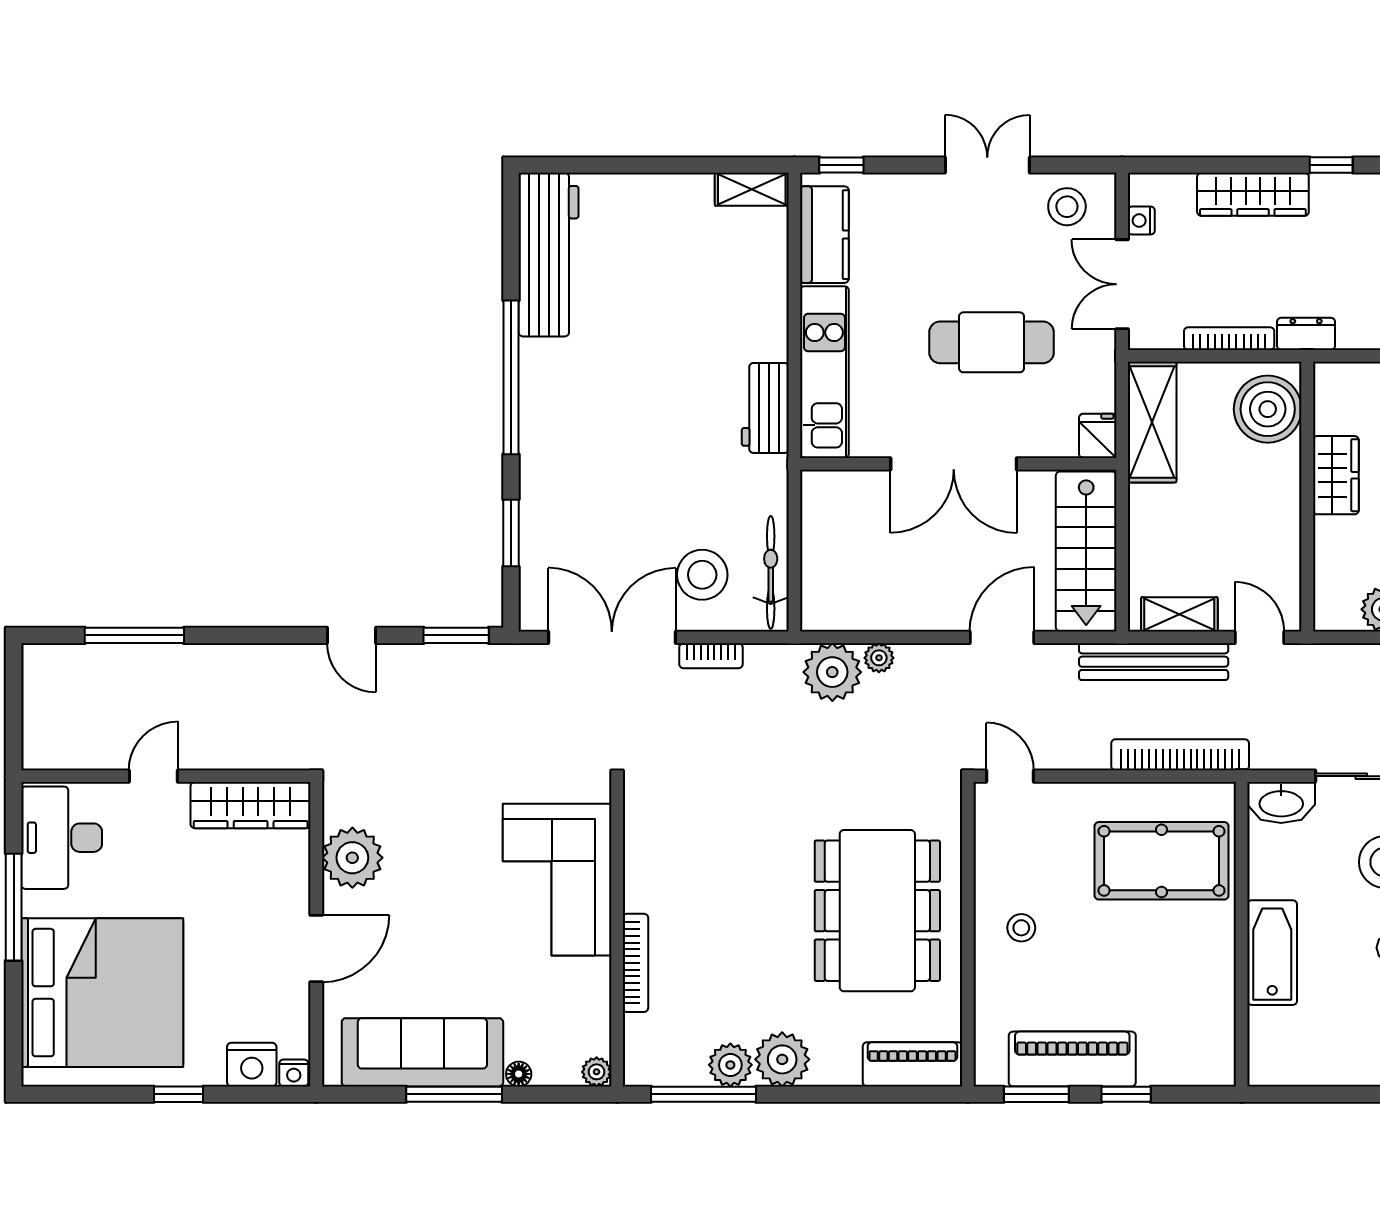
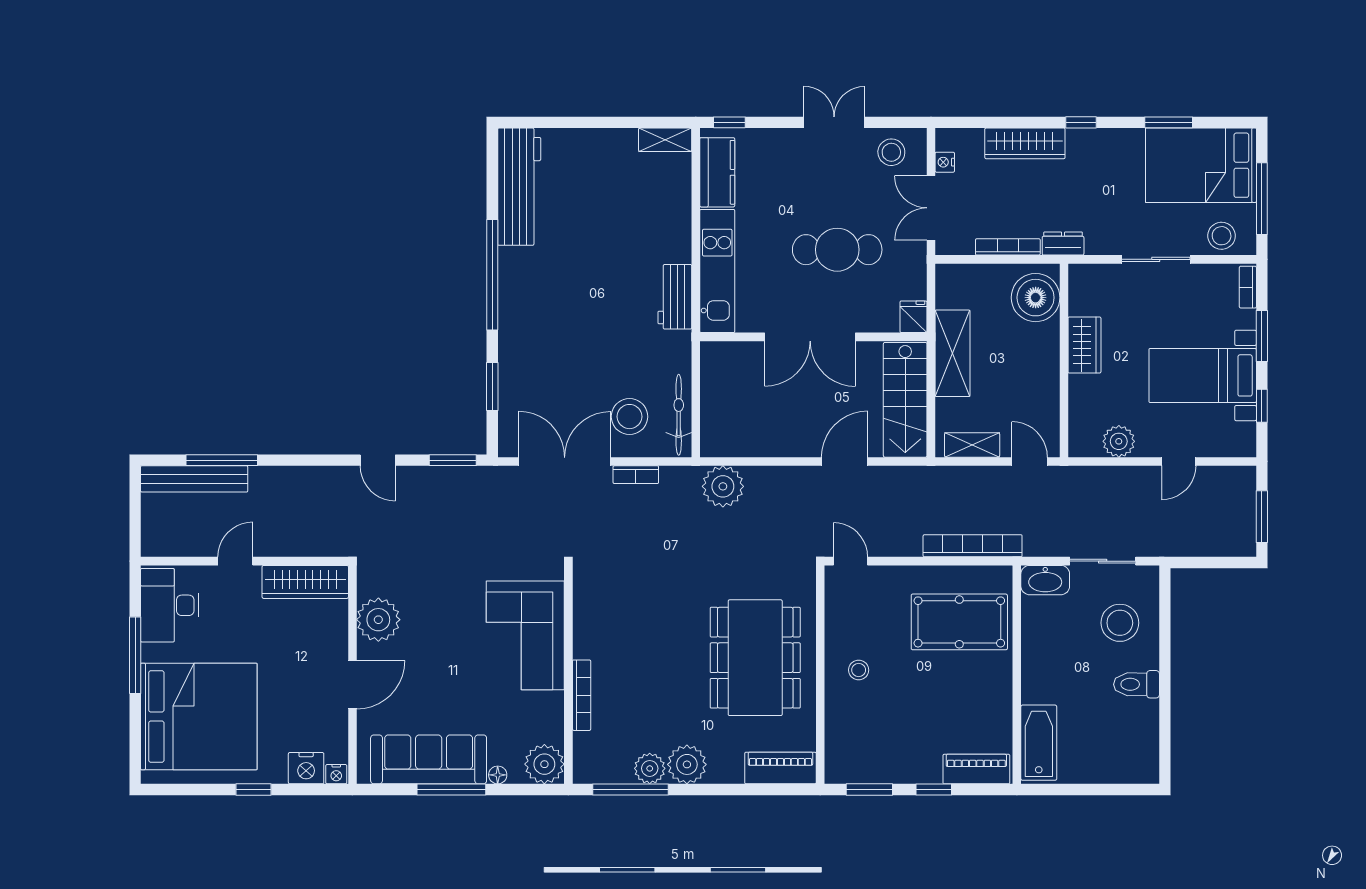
shelving: (1152, 422) -> (953, 353), moved
plant: (879, 658) -> (756, 476), removed
bench: (1154, 662) -> (194, 479), moved
bathtub: (1272, 953) -> (1039, 743), moved
piano: (1072, 1059) -> (976, 769), moved, width x0.73, depth x0.75
plant: (597, 1072) -> (544, 764), width x1.88, depth x1.88

